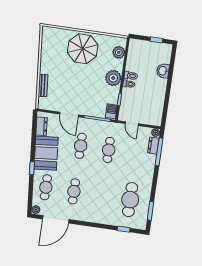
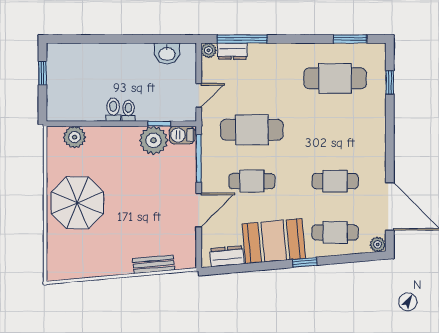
washbasin: (163, 71) -> (167, 53), moved
plant: (113, 78) -> (153, 140), moved
cafe table: (109, 150) -> (252, 130), width x1.37, depth x1.35

